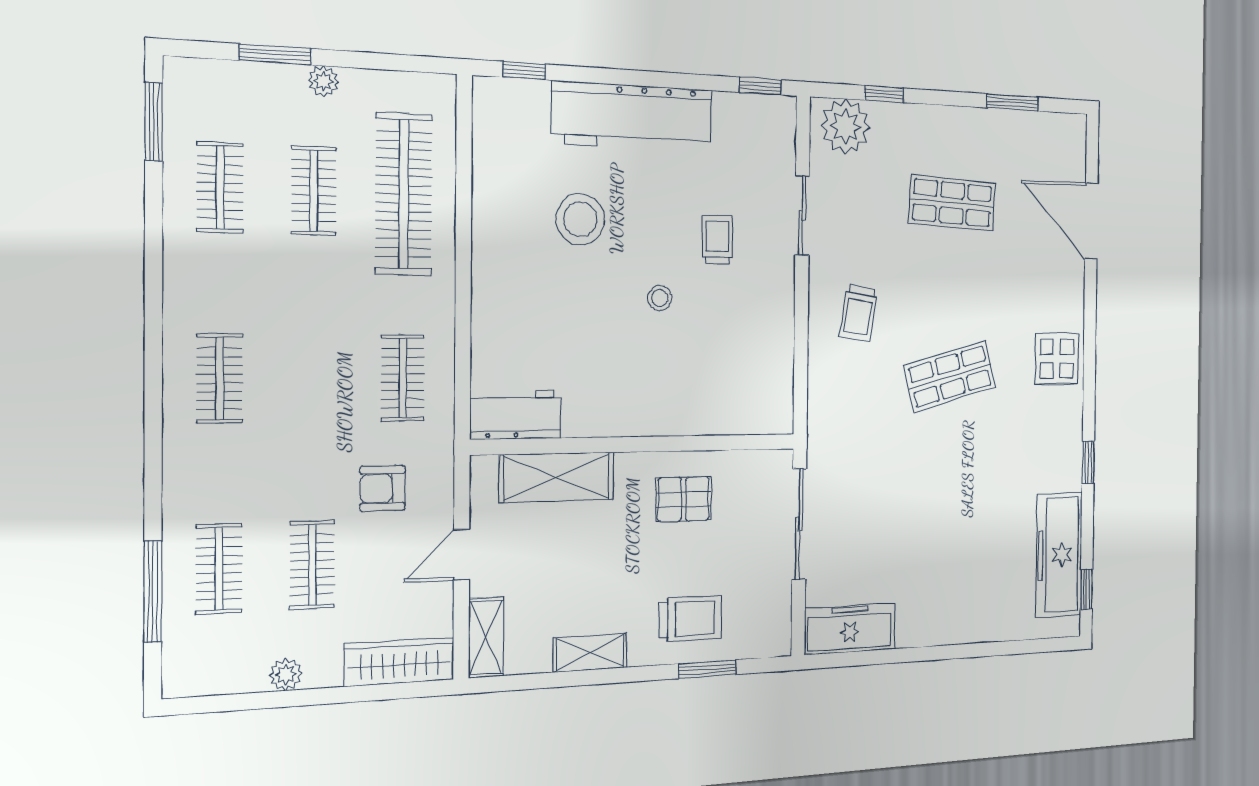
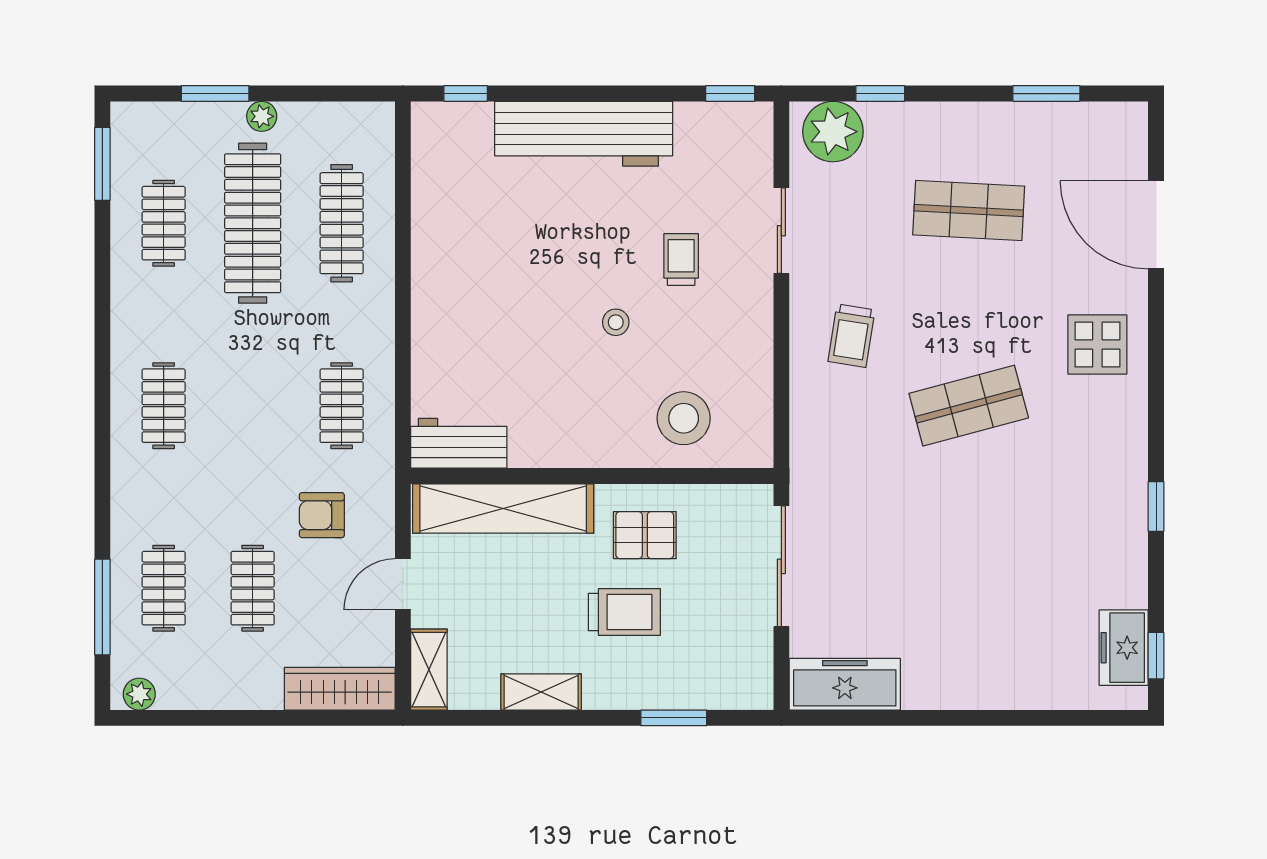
clothes rail: (314, 191) -> (253, 223), width x1.86, depth x1.31
clothes rail: (404, 194) -> (342, 223), width x0.73, depth x0.76
stool: (580, 219) -> (684, 418), moved
display table: (1057, 359) -> (1097, 345), moved
shelving: (557, 477) -> (503, 508), width x1.47
freezer: (1059, 555) -> (1124, 648), width x0.52, depth x0.79
trolley: (690, 618) -> (624, 612), moved
plant: (286, 674) -> (139, 694), moved

